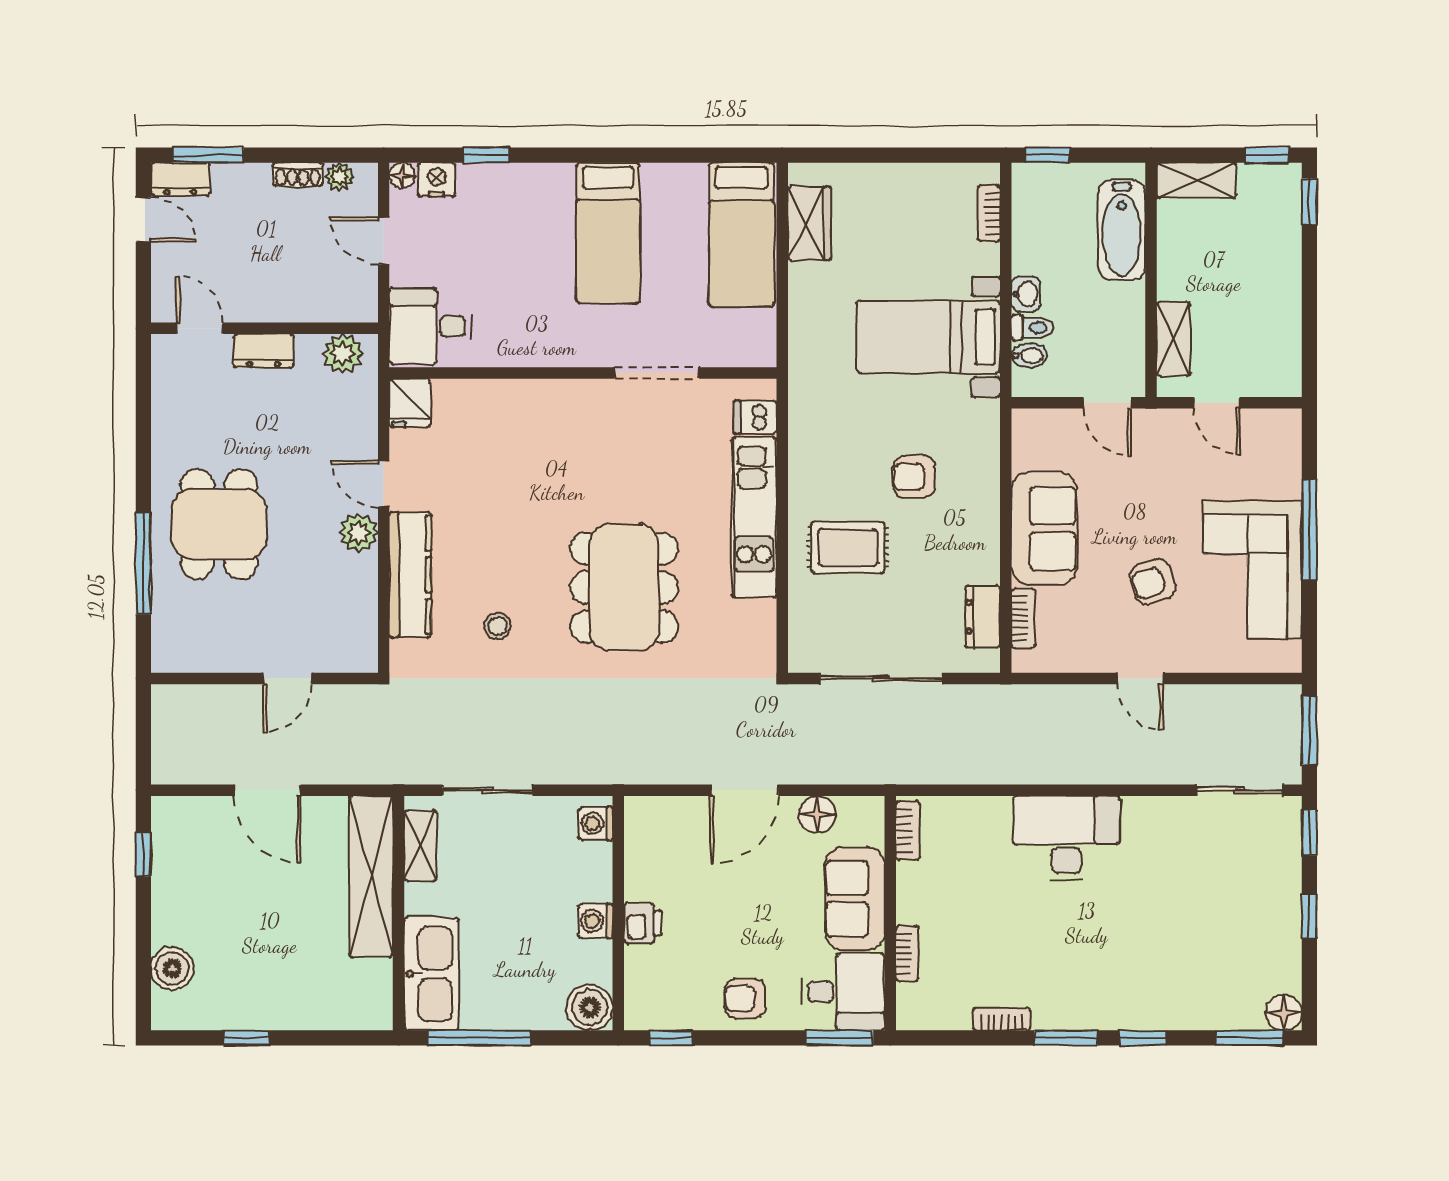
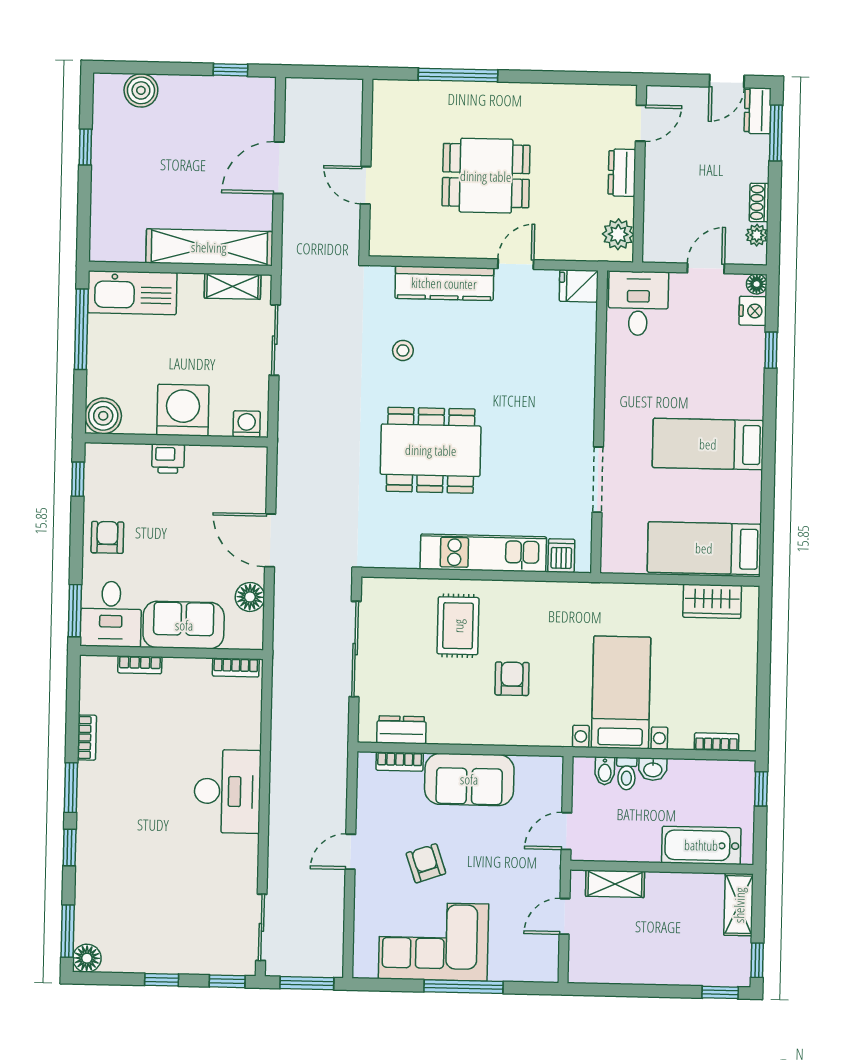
dining table: (219, 524) -> (486, 176), moved
plant: (359, 533) -> (478, 244), removed
washing machine: (595, 921) -> (183, 410), width x1.89, depth x1.89

